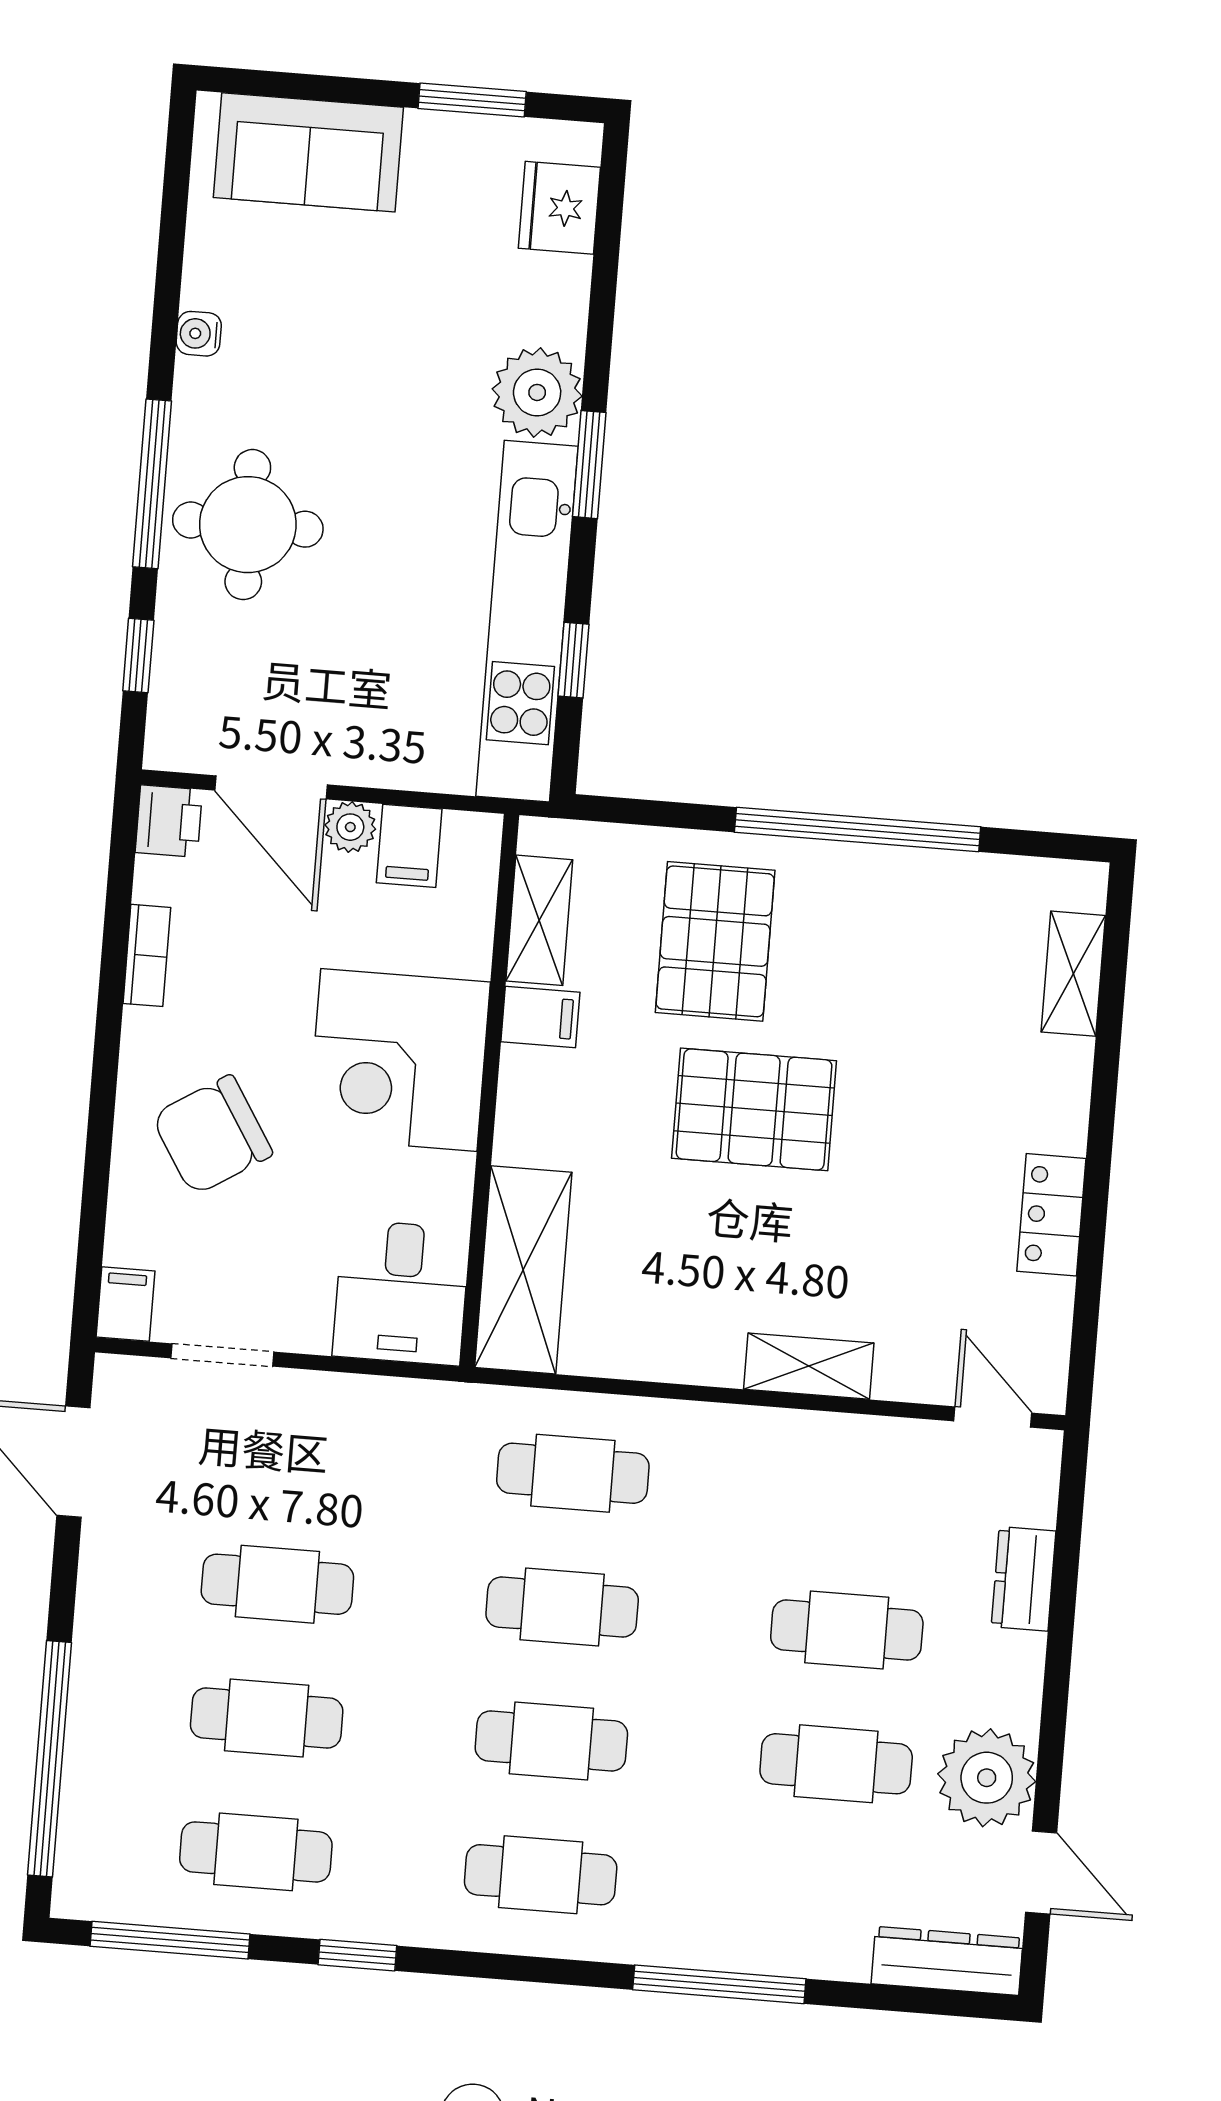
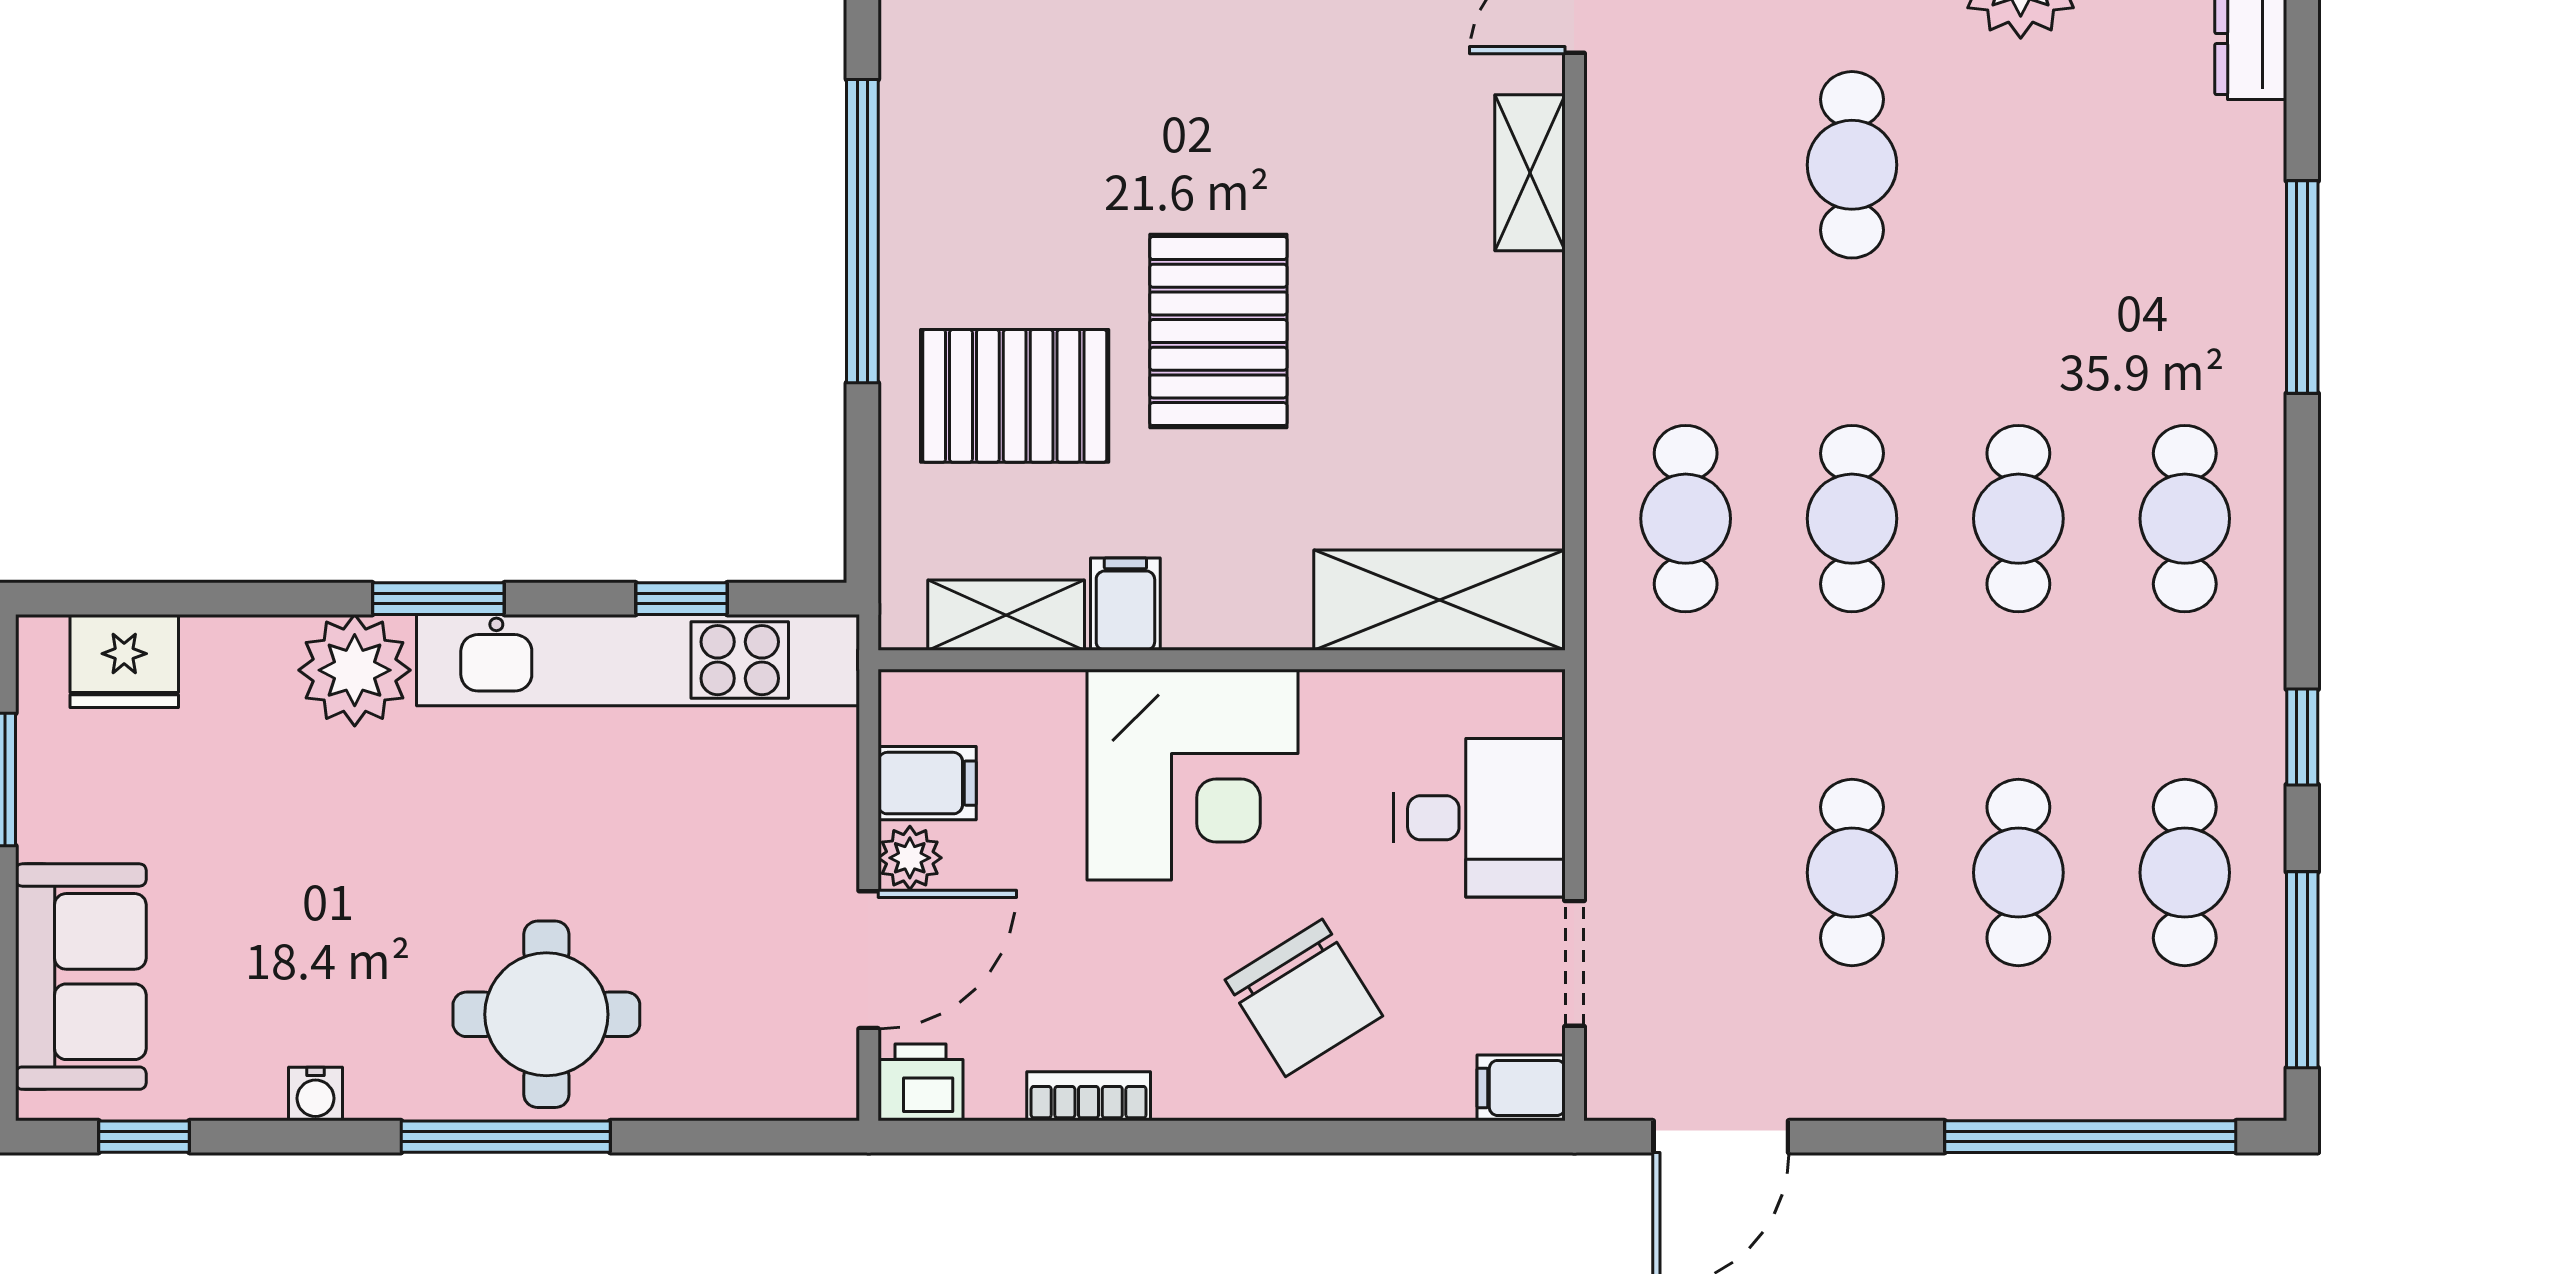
window: (138, 656) -> (144, 1137), moved
desk: (401, 1293) -> (1480, 818), moved
shelving: (809, 1366) -> (1530, 173), moved
cafe table: (836, 1764) -> (2018, 165), removed

